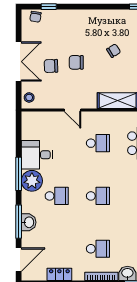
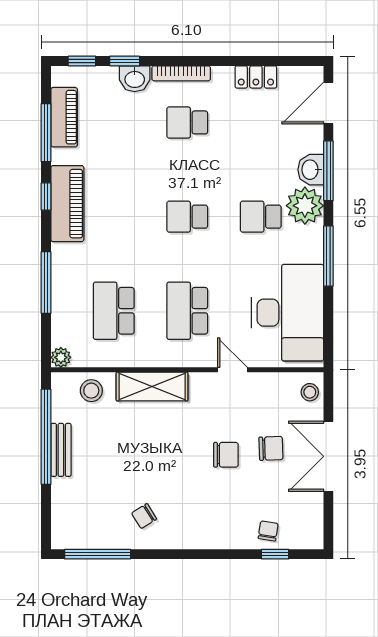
chair: (36, 17) -> (268, 531), moved
chair: (114, 51) -> (144, 516), moved
school desk: (98, 143) -> (187, 311), width x1.85
desk: (37, 155) -> (287, 313), width x1.87, depth x1.30
plant: (32, 181) -> (305, 206), moved

